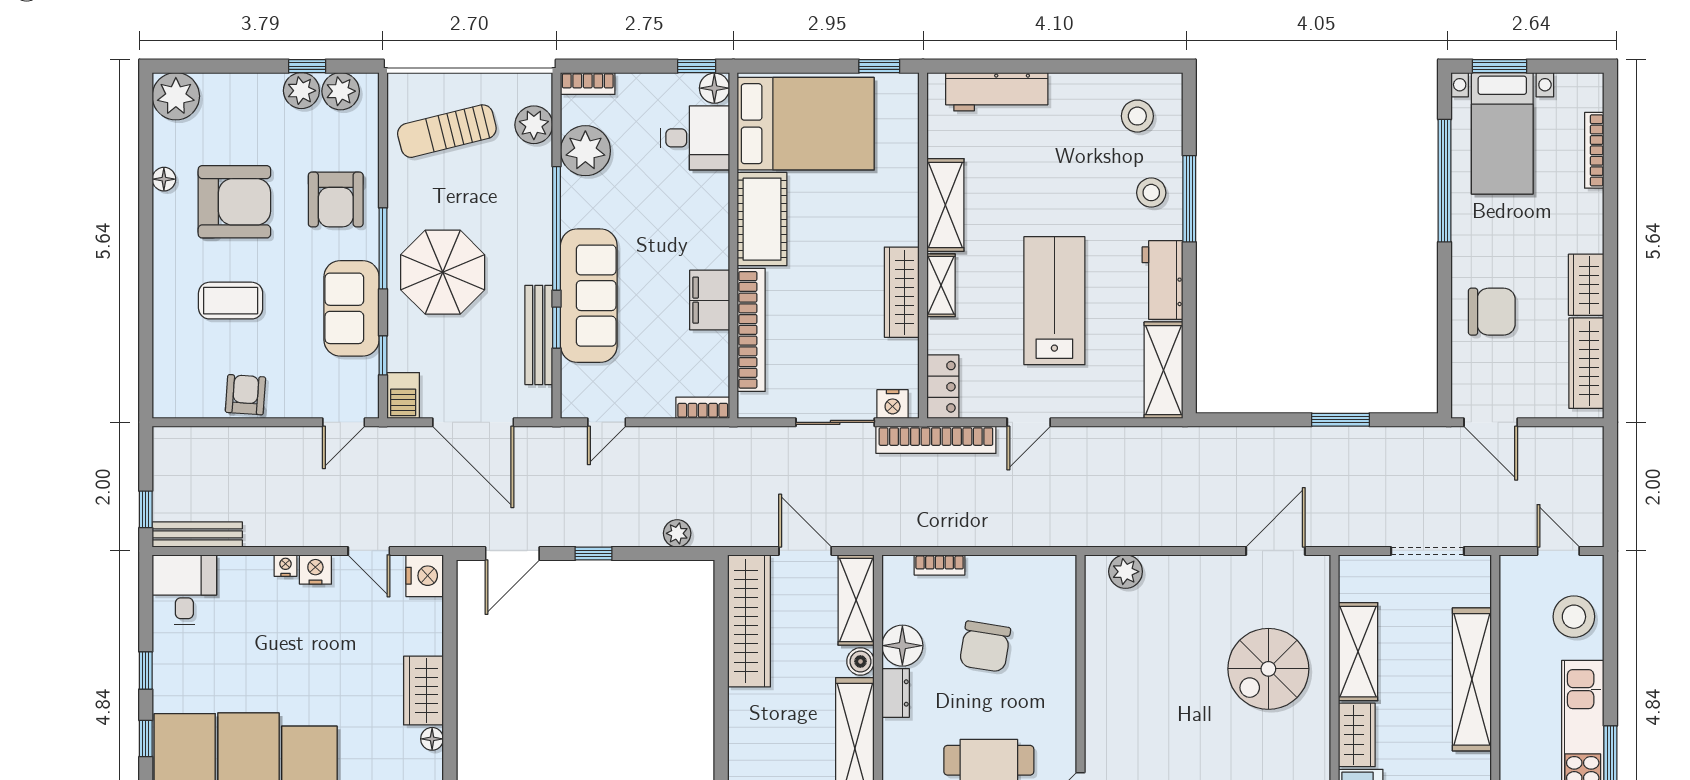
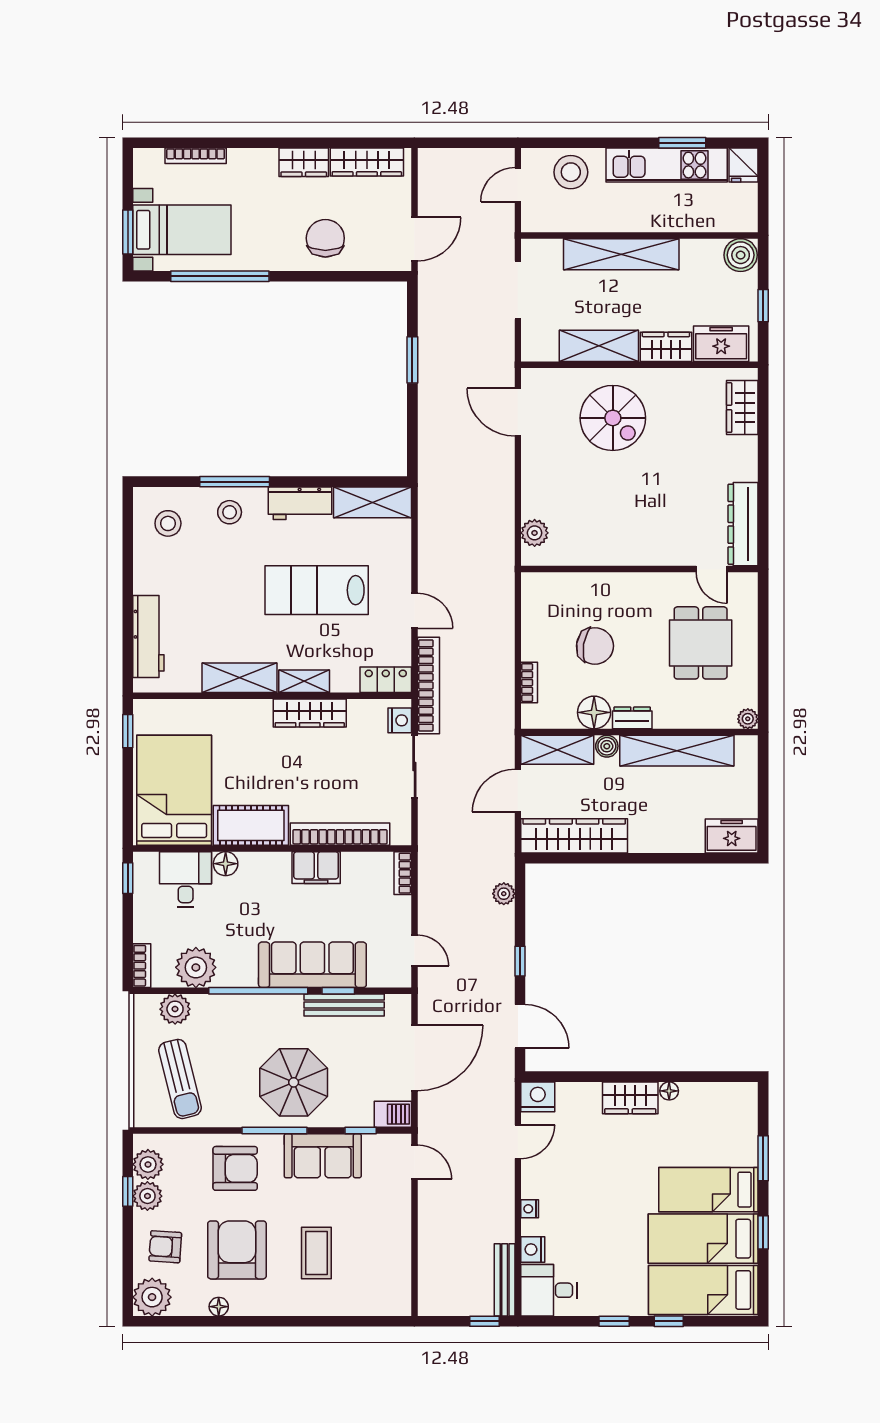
floor lamp: (714, 88) -> (226, 864), moved
armchair: (245, 395) -> (165, 1247), moved
nightstand: (315, 569) -> (533, 1249), moved

